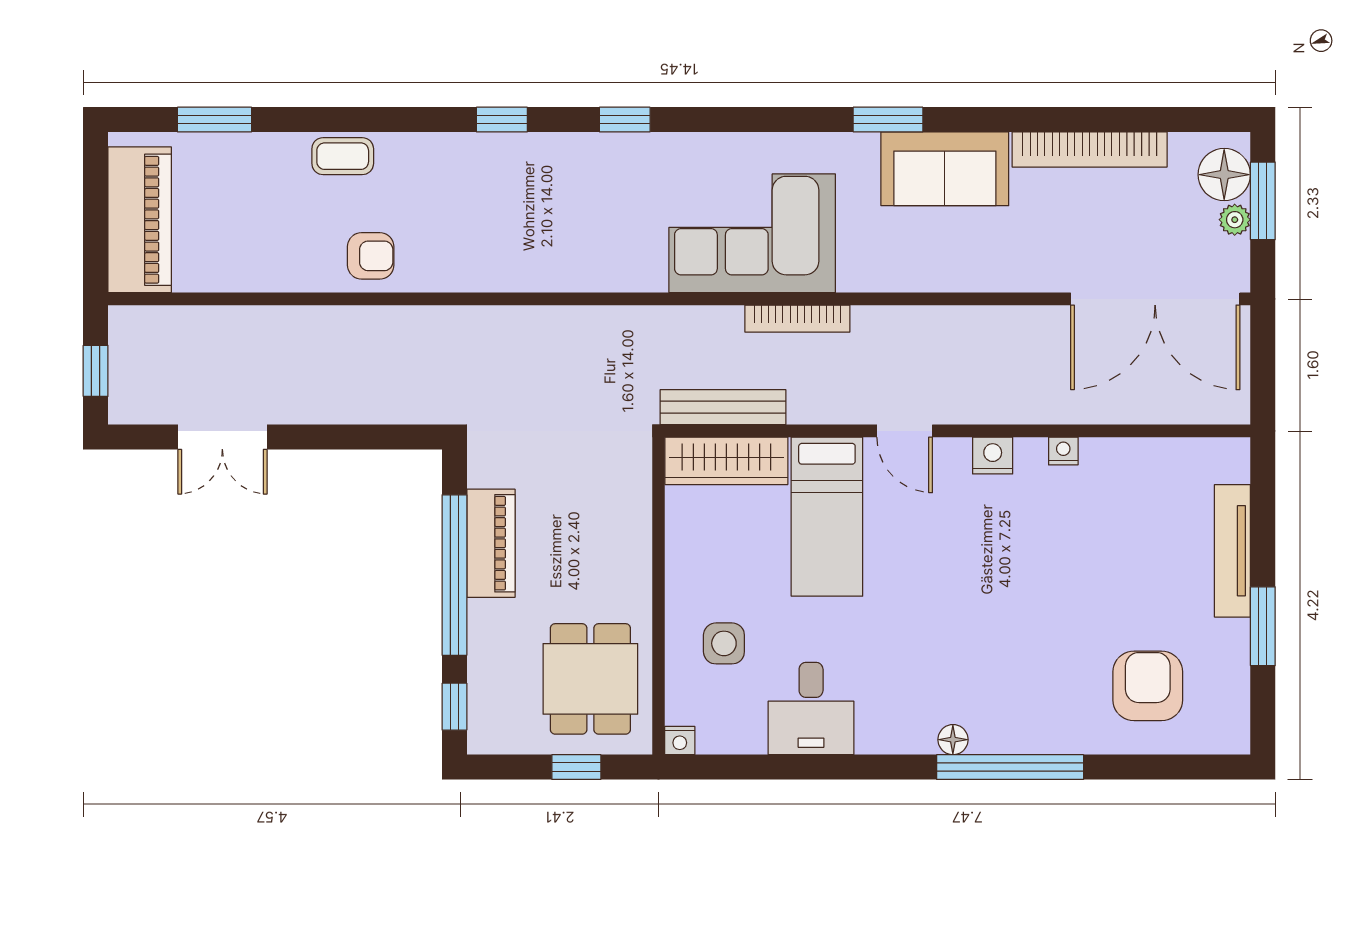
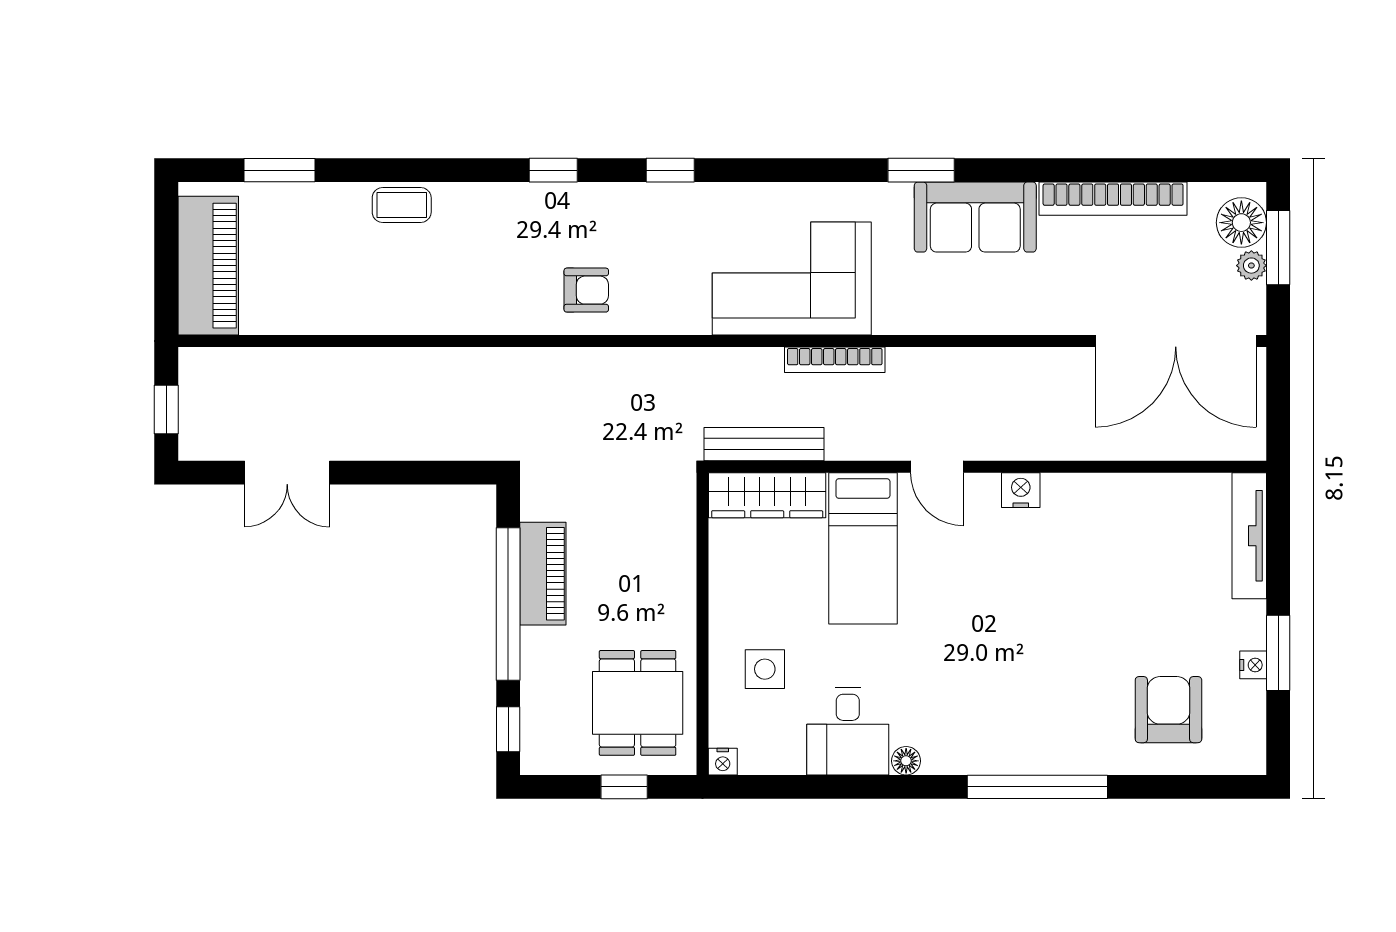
armchair: (371, 256) -> (586, 290), moved
nightstand: (1063, 451) -> (1253, 665), moved, turned 90
tv unit: (1232, 551) -> (1249, 536), moved
floor lamp: (953, 740) -> (906, 761), moved

